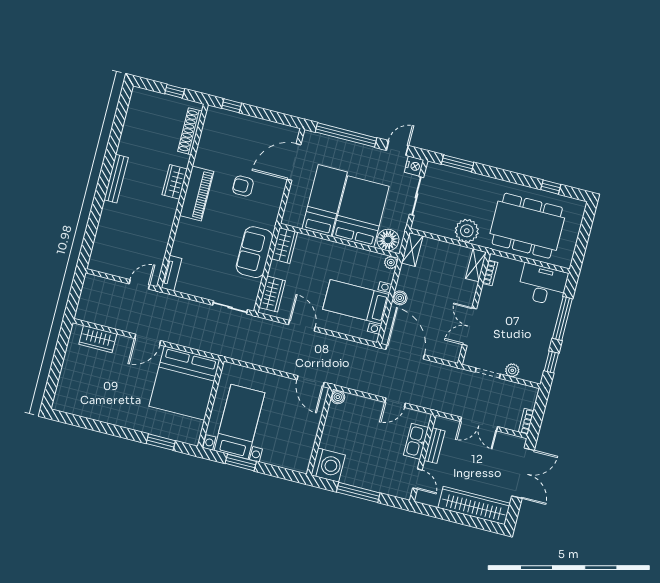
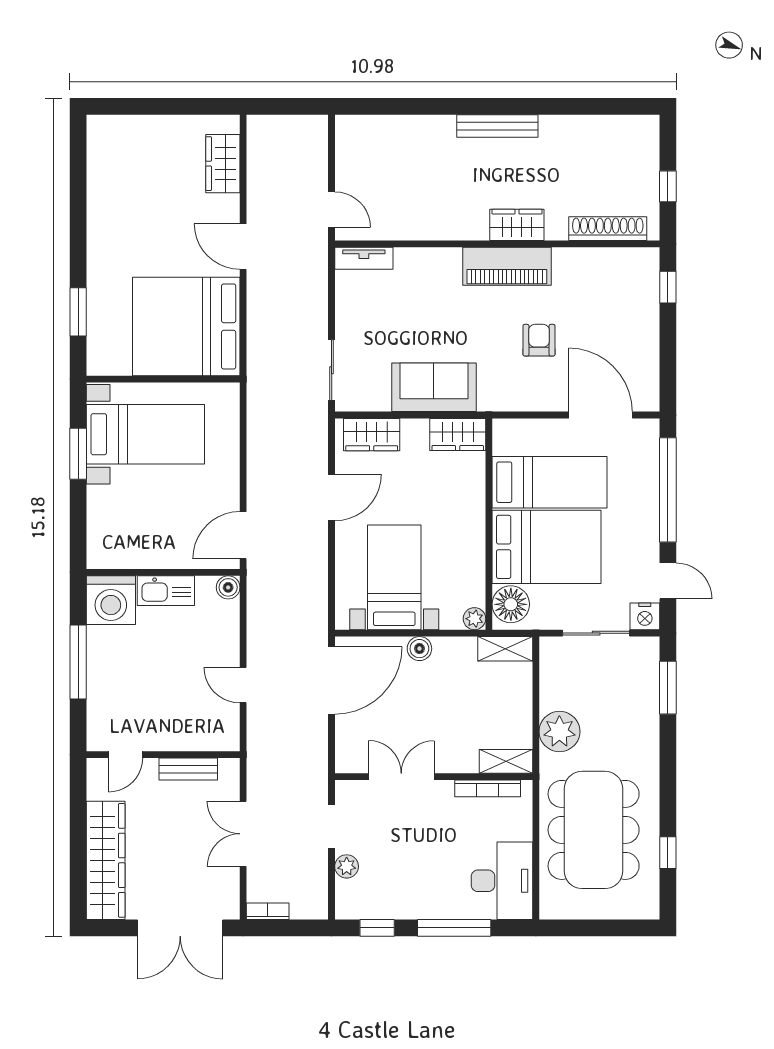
bookcase: (490, 273) -> (488, 788), width x1.56
kitchen sink: (416, 441) -> (166, 591), moved, turned 180

